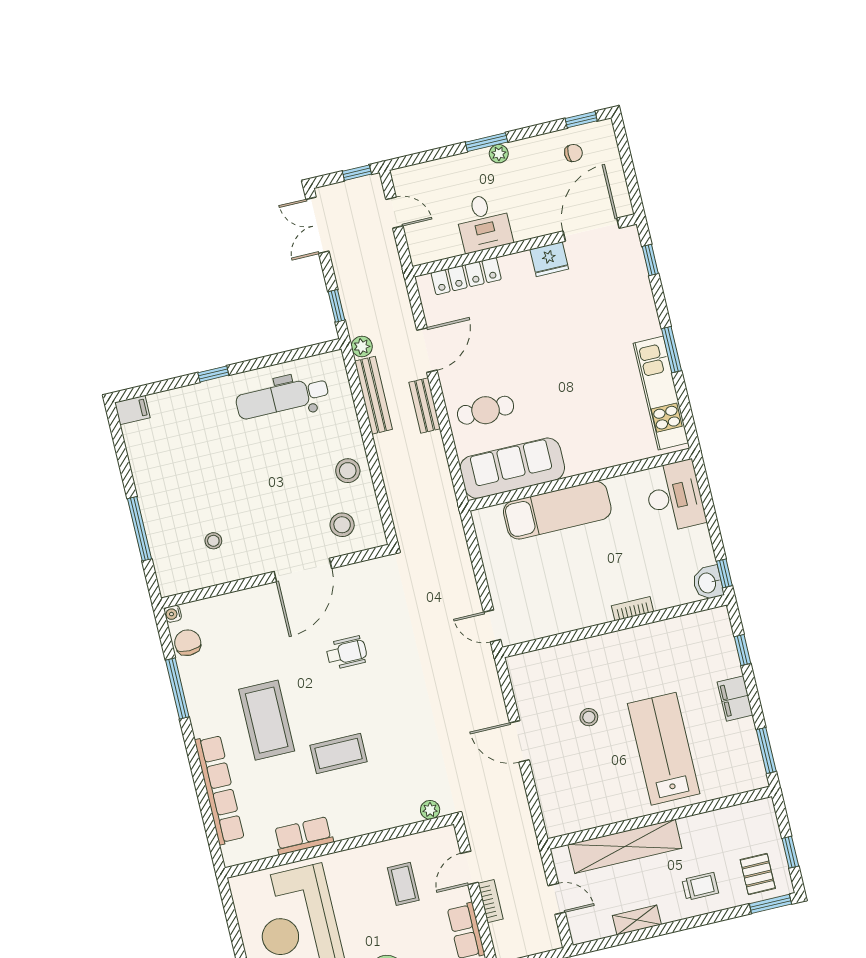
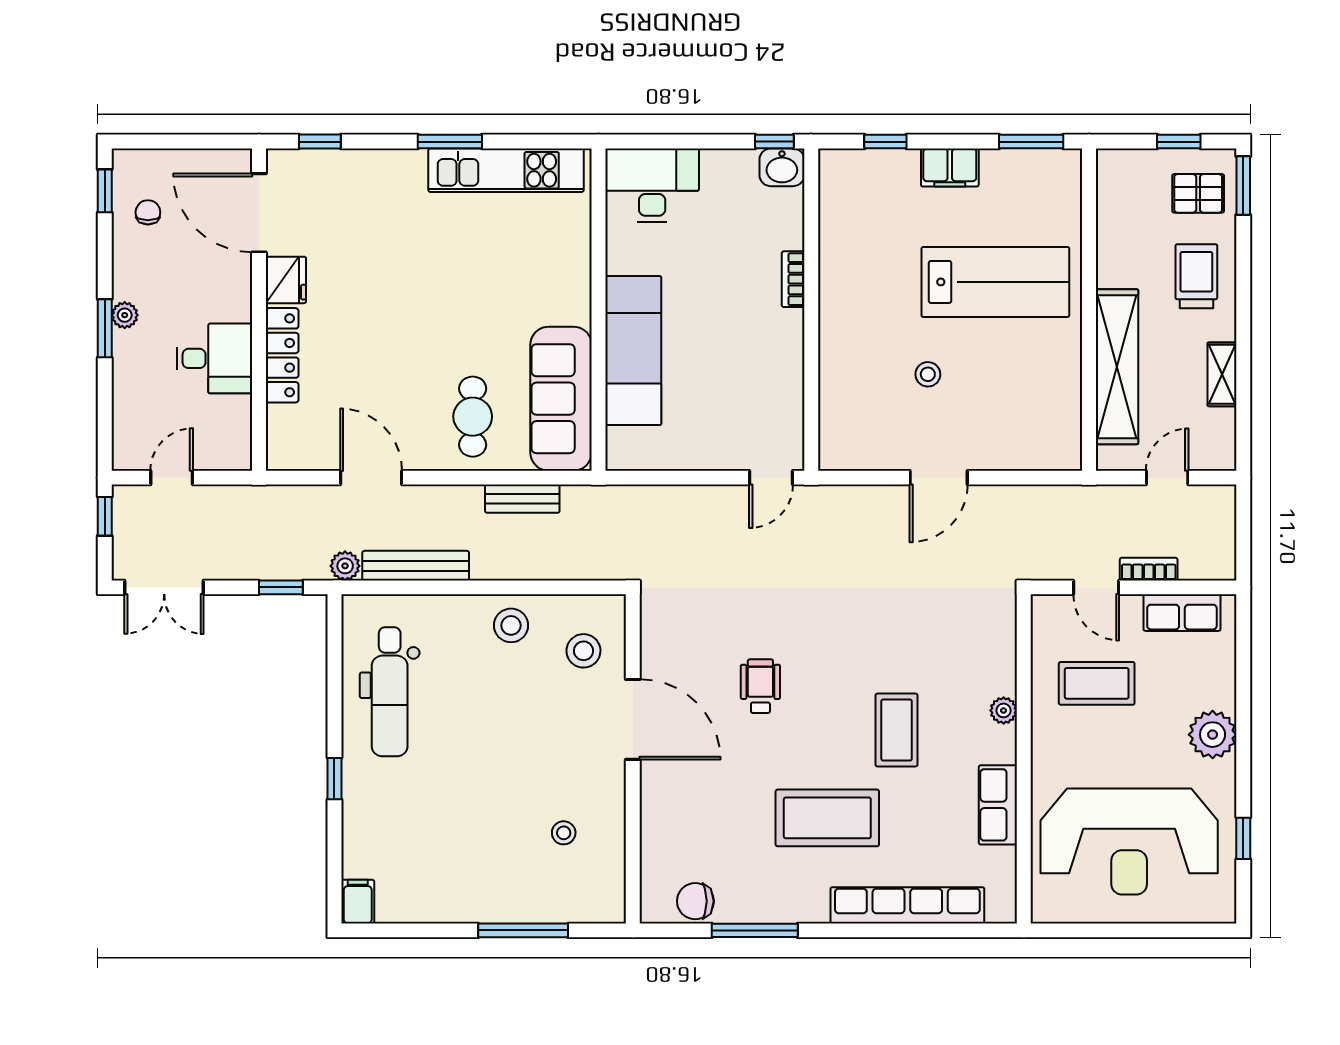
locker: (466, 276) -> (282, 355), moved
bench: (425, 406) -> (522, 499), moved
water cooler: (173, 614) -> (651, 912), removed
lab bench: (664, 749) -> (995, 282), turned 180
plant: (430, 810) -> (1004, 710), moved
coffee table: (403, 884) -> (1097, 683), width x1.36, depth x1.30
trolley: (700, 886) -> (1196, 276), width x1.36, depth x1.39

